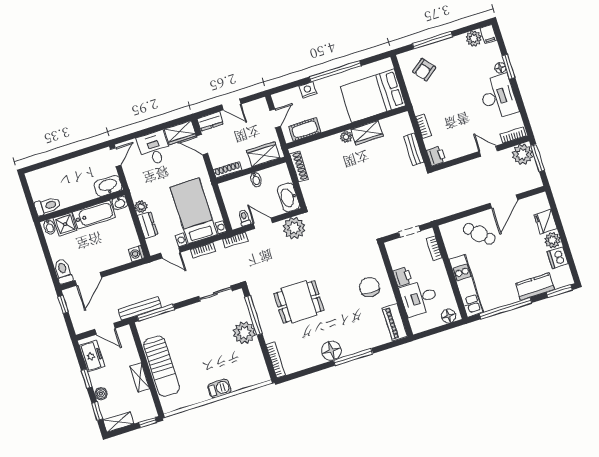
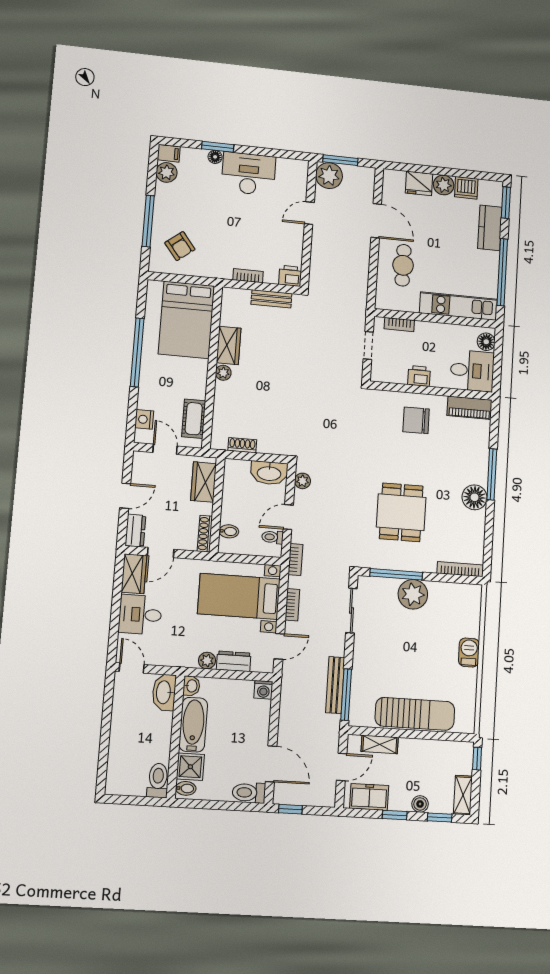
nightstand: (308, 90) -> (144, 419), moved
bookcase: (513, 135) -> (302, 177), removed
shoe rack: (299, 167) -> (242, 445), width x0.70
bidet: (256, 179) -> (229, 531), moved
plant: (294, 228) -> (302, 481), width x0.53, depth x0.53
cafe table: (479, 234) -> (403, 265), turned -43
desk: (419, 298) -> (472, 371), moved, turned -90
bench: (140, 308) -> (335, 685), moved
shelving: (140, 377) -> (380, 744), moved

